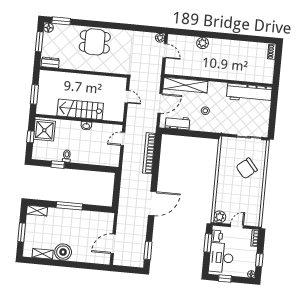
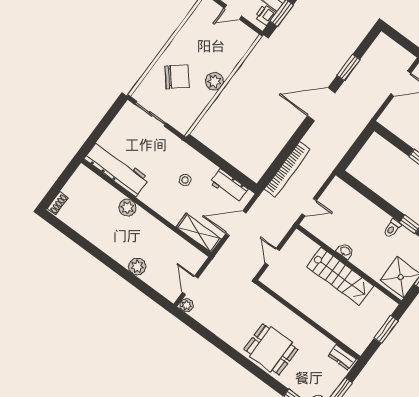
plant: (229, 74) -> (127, 207), added
shelving: (185, 85) -> (199, 233), width x0.68
plant: (220, 217) -> (214, 81), moved
window: (148, 250) -> (348, 67), moved

